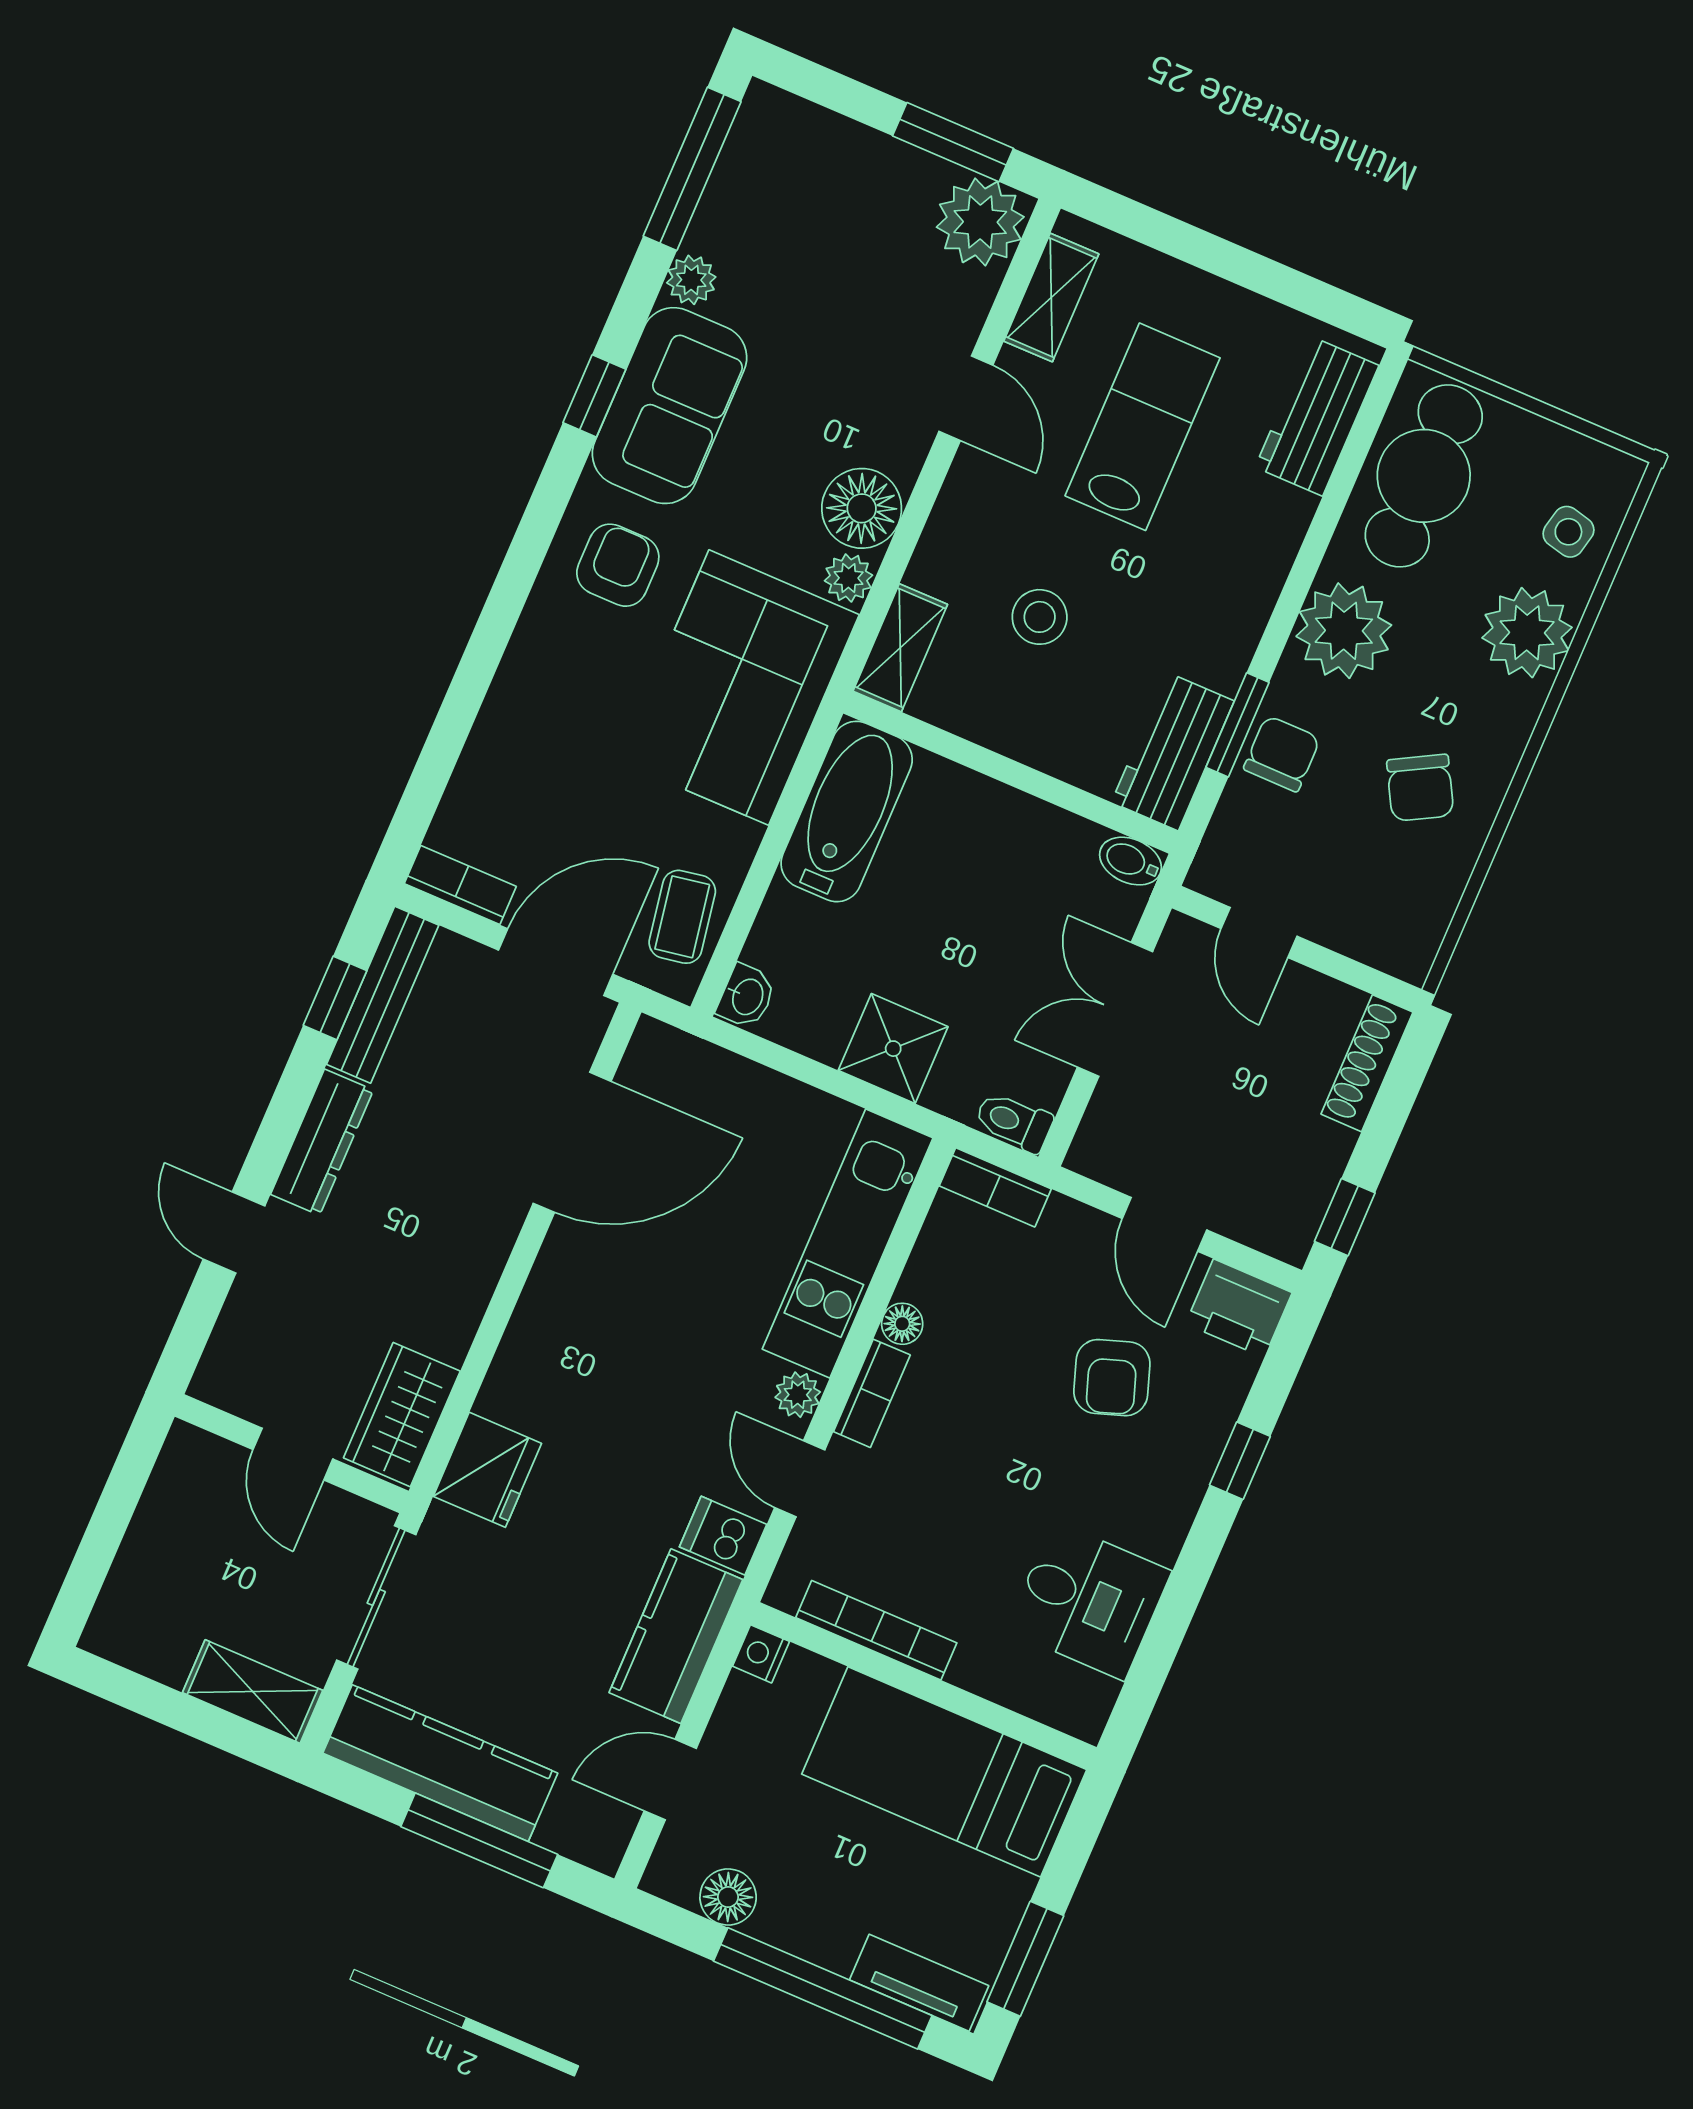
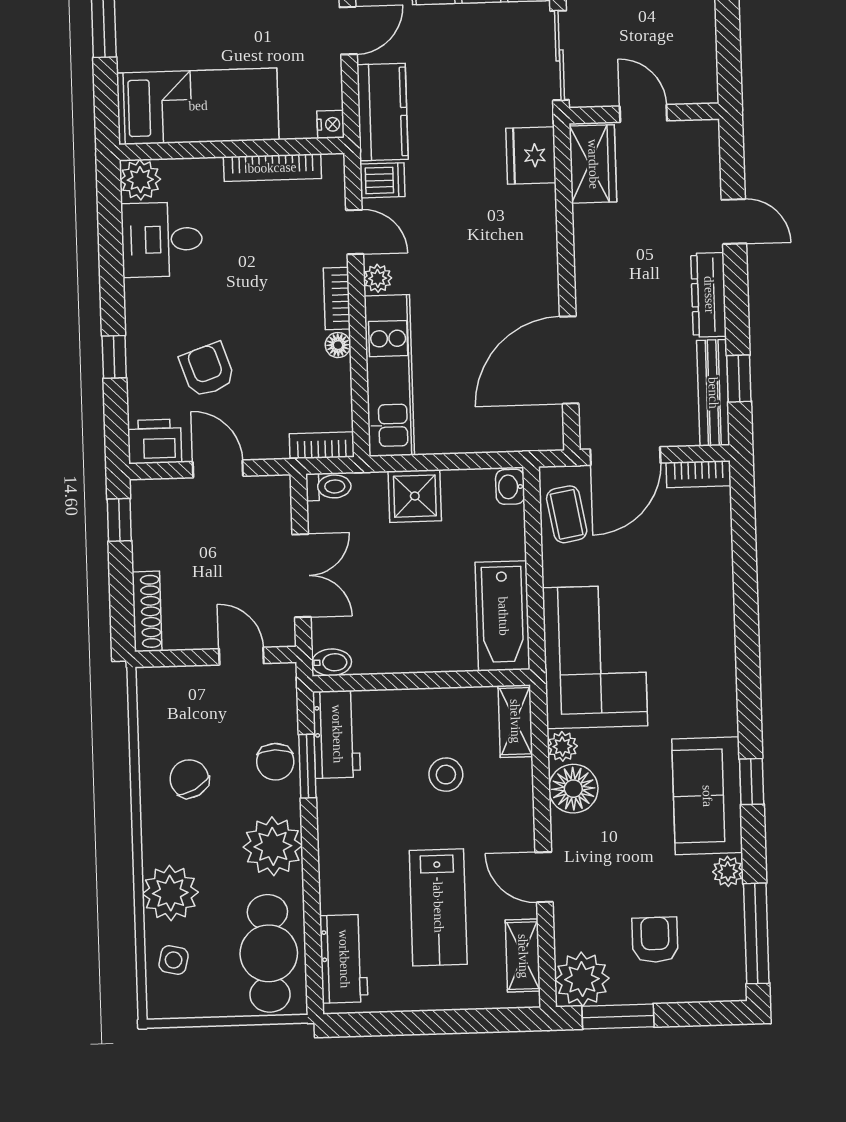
armchair: (618, 565) -> (655, 940), moved, turned 180
plant: (1079, 1704) -> (140, 180), added

